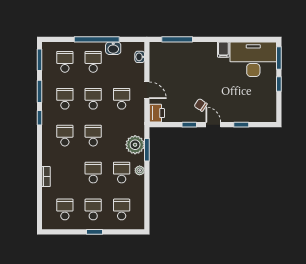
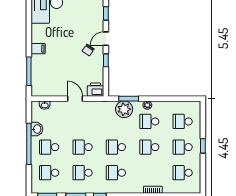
filing cabinet: (223, 50) -> (38, 49), moved
door: (147, 90) -> (75, 99), hinge flipped
school desk: (122, 99) -> (83, 121), removed

